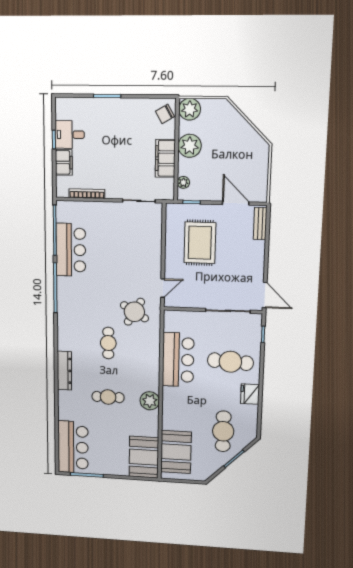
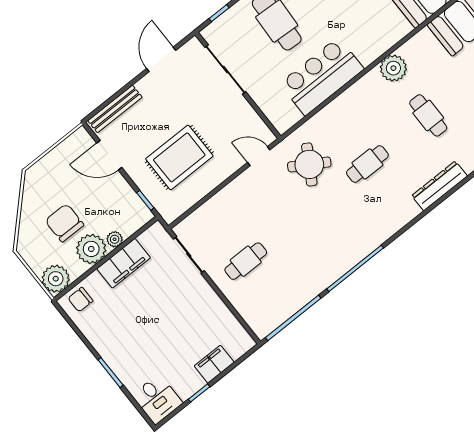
chair: (165, 114) -> (80, 300), turned 120
desk: (70, 135) -> (157, 399), moved
chair: (218, 143) -> (64, 223), added
plant: (183, 182) -> (115, 239), moved
bookcase: (87, 194) -> (226, 315), removed
door: (236, 203) -> (109, 155), hinge flipped
bench: (260, 224) -> (115, 109), width x1.36
cafe table: (109, 230) -> (246, 261), added
bar counter: (71, 250) -> (300, 284), removed
door: (265, 295) -> (161, 59), moved

